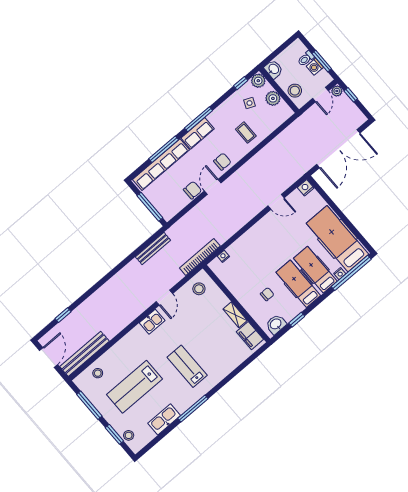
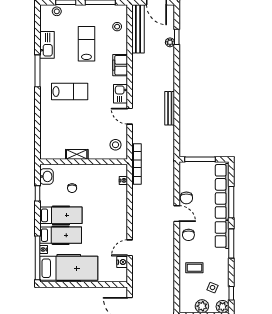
nightstand: (306, 188) -> (122, 262), moved
bench: (153, 249) -> (170, 108), moved
plant: (73, 317) -> (170, 42), added
filing cabinet: (250, 336) -> (120, 65), moved, turned -90
lab bench: (135, 387) -> (86, 44), width x0.73, depth x0.72

